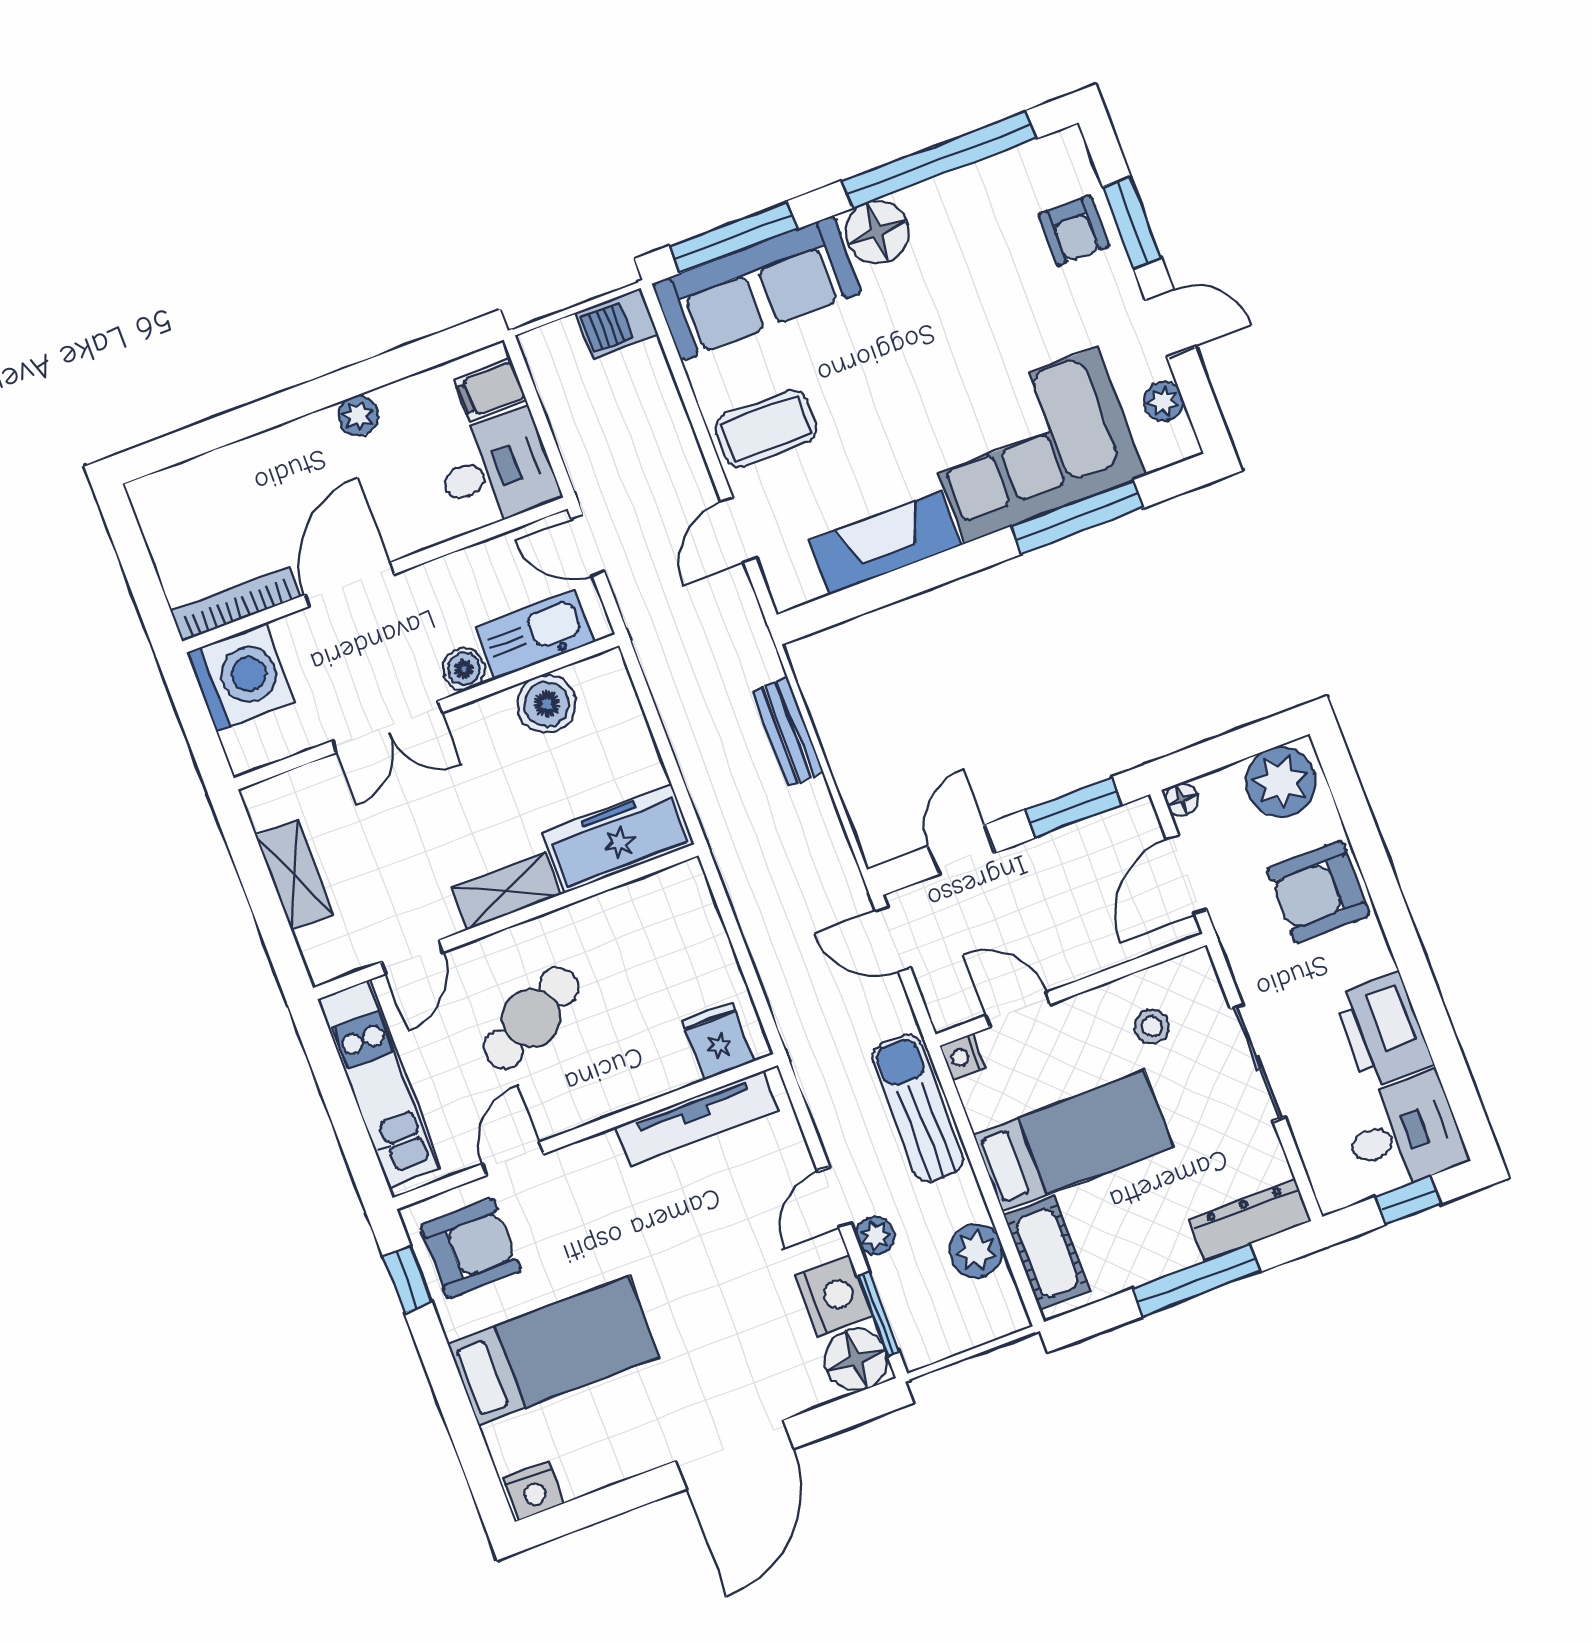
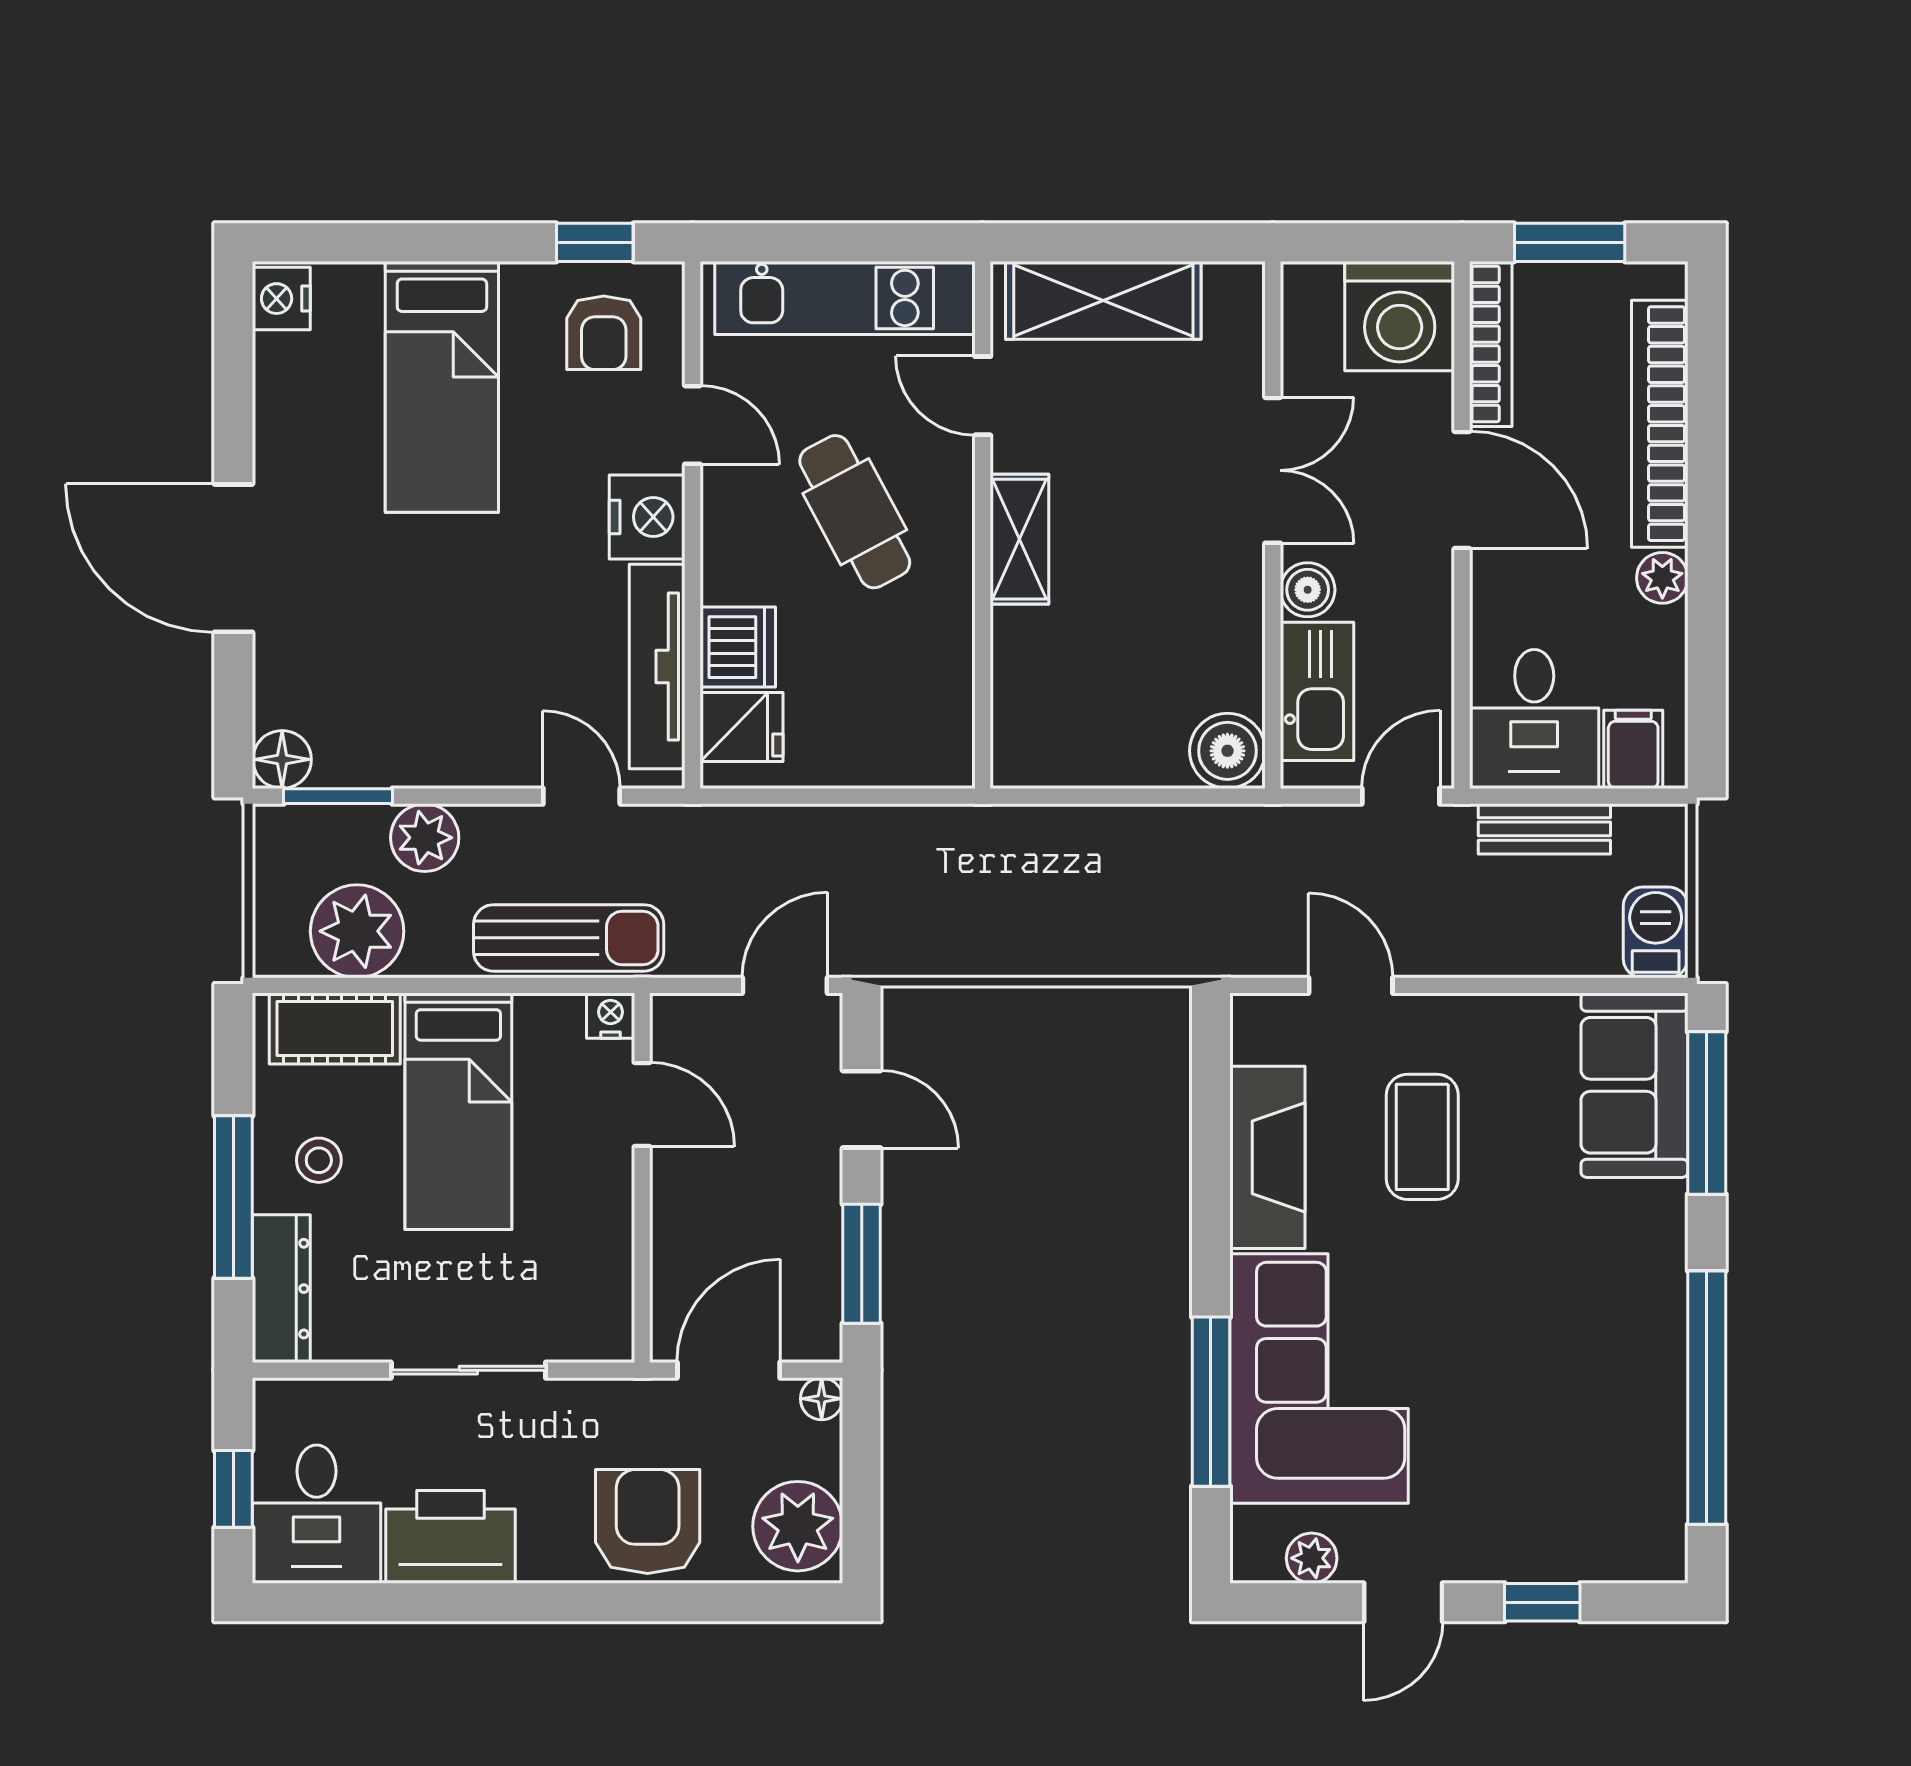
window: (1132, 222) -> (1542, 1602), width x0.67
armchair: (1074, 230) -> (1559, 1528), removed
floor lamp: (877, 232) -> (1647, 1290), removed
sofa: (757, 288) -> (1634, 1085), width x0.73
coffee table: (766, 429) -> (1422, 1137), moved
bookcase: (248, 460) -> (1660, 424), added
window: (141, 574) -> (1570, 242), added
boiler: (547, 704) -> (1227, 751), moved
double door: (387, 727) -> (1273, 470), swing flipped
bench: (788, 732) -> (1544, 829), moved
freezer: (618, 839) -> (1032, 699), removed
door: (1187, 874) -> (729, 1370), hinge flipped
shelving: (294, 875) -> (1103, 300), width x1.50, depth x1.33
door: (1018, 1010) -> (642, 1105), hinge flipped
stool: (1152, 1026) -> (319, 1160), moved
dishwasher: (661, 1066) -> (738, 647), added
door: (834, 1197) -> (582, 796), moved
plant: (875, 1236) -> (425, 838), width x1.38, depth x1.38
armchair: (470, 1248) -> (604, 333), width x0.72, depth x0.72
plant: (976, 1251) -> (357, 931), width x1.36, depth x1.36
nightstand: (834, 1296) -> (647, 517), moved, turned -90
floor lamp: (856, 1359) -> (282, 759), width x0.73, depth x0.73

